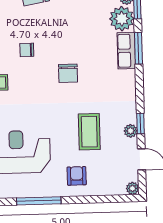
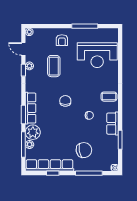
row of seats: (126, 51) -> (31, 108), width x1.48

